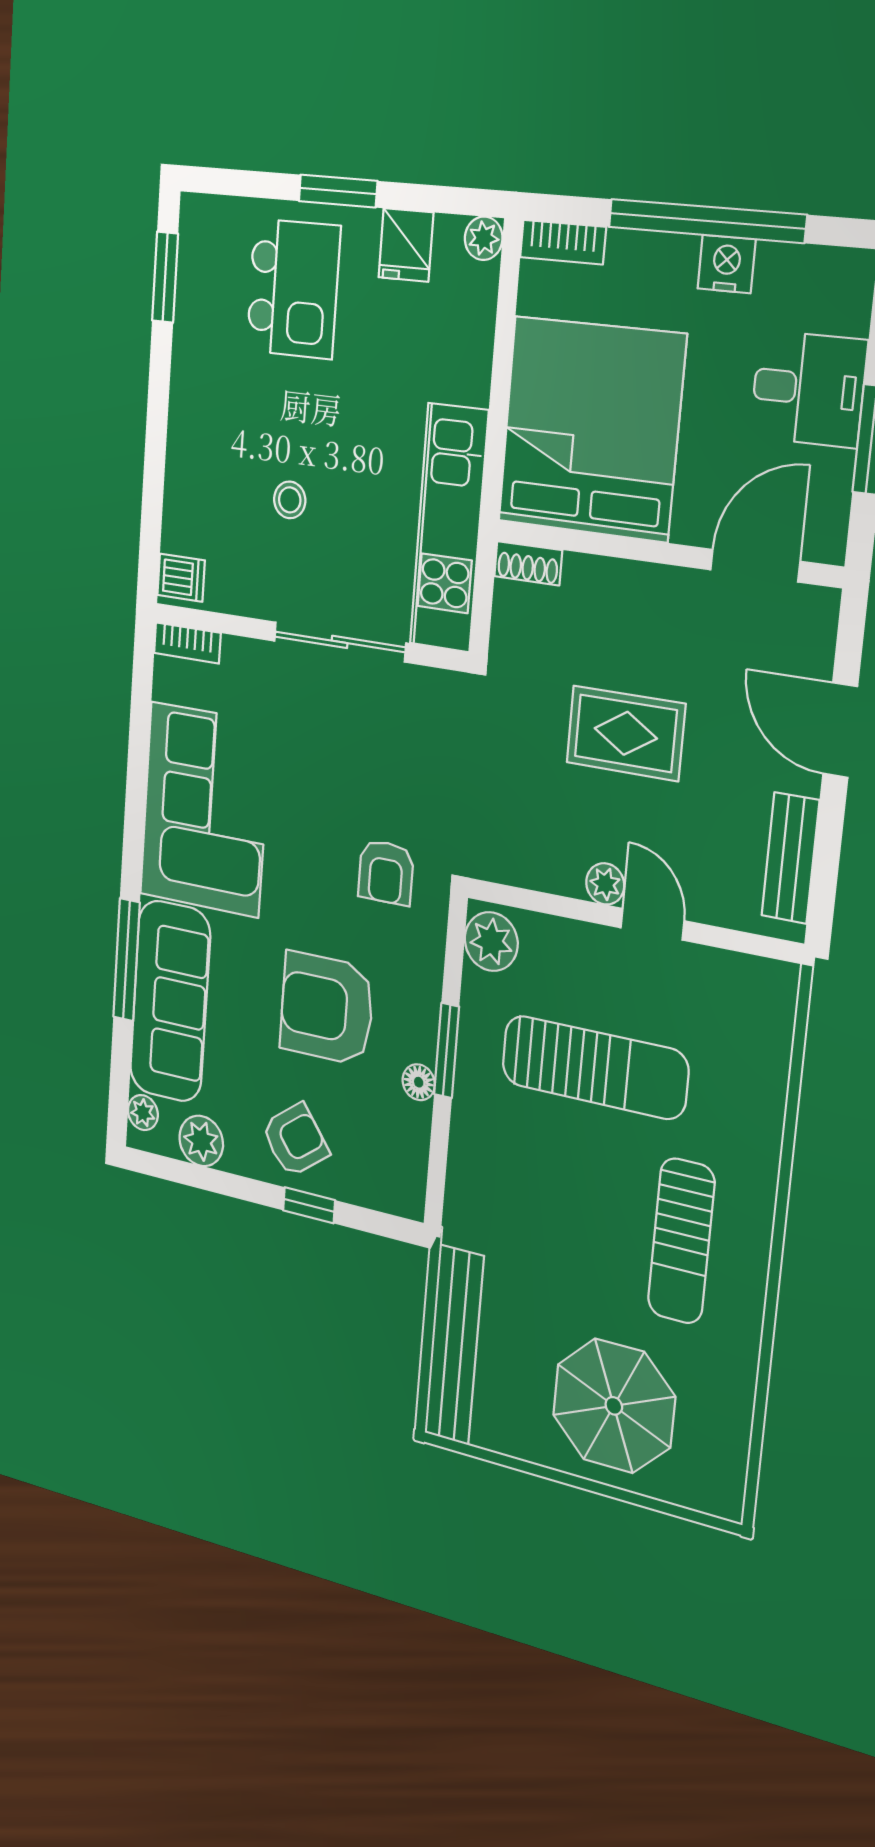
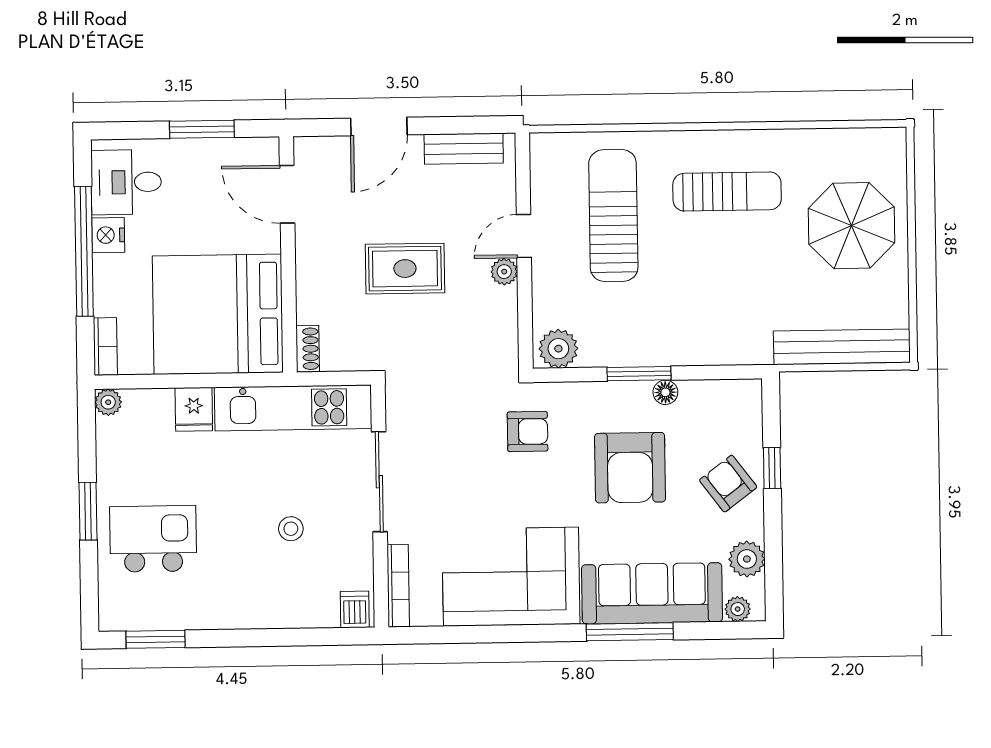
fridge: (406, 245) -> (194, 409), moved, turned 90
desk: (808, 389) -> (126, 182), moved, turned -90
bookcase: (187, 643) -> (398, 586), width x1.56
rug: (626, 733) -> (405, 269), turned 90
sun lounger: (594, 1067) -> (613, 216), moved

